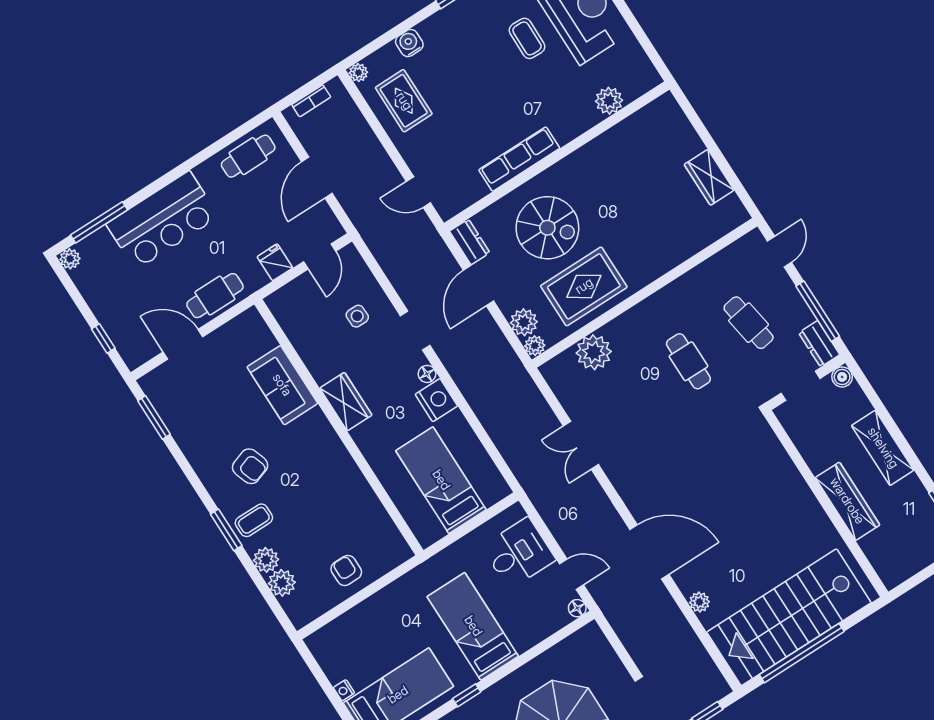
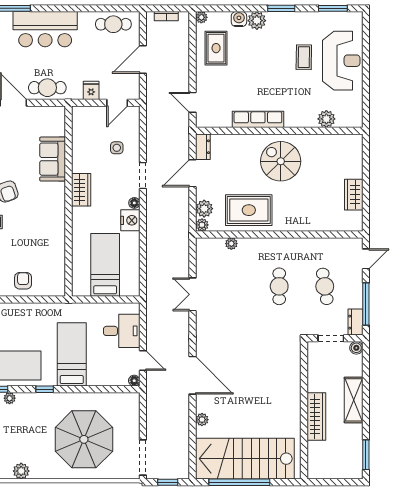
plant: (434, 30) -> (257, 21), added
spiral stairs: (547, 228) -> (281, 161), moved, turned 180
plant: (594, 352) -> (231, 244), width x0.53, depth x0.53

